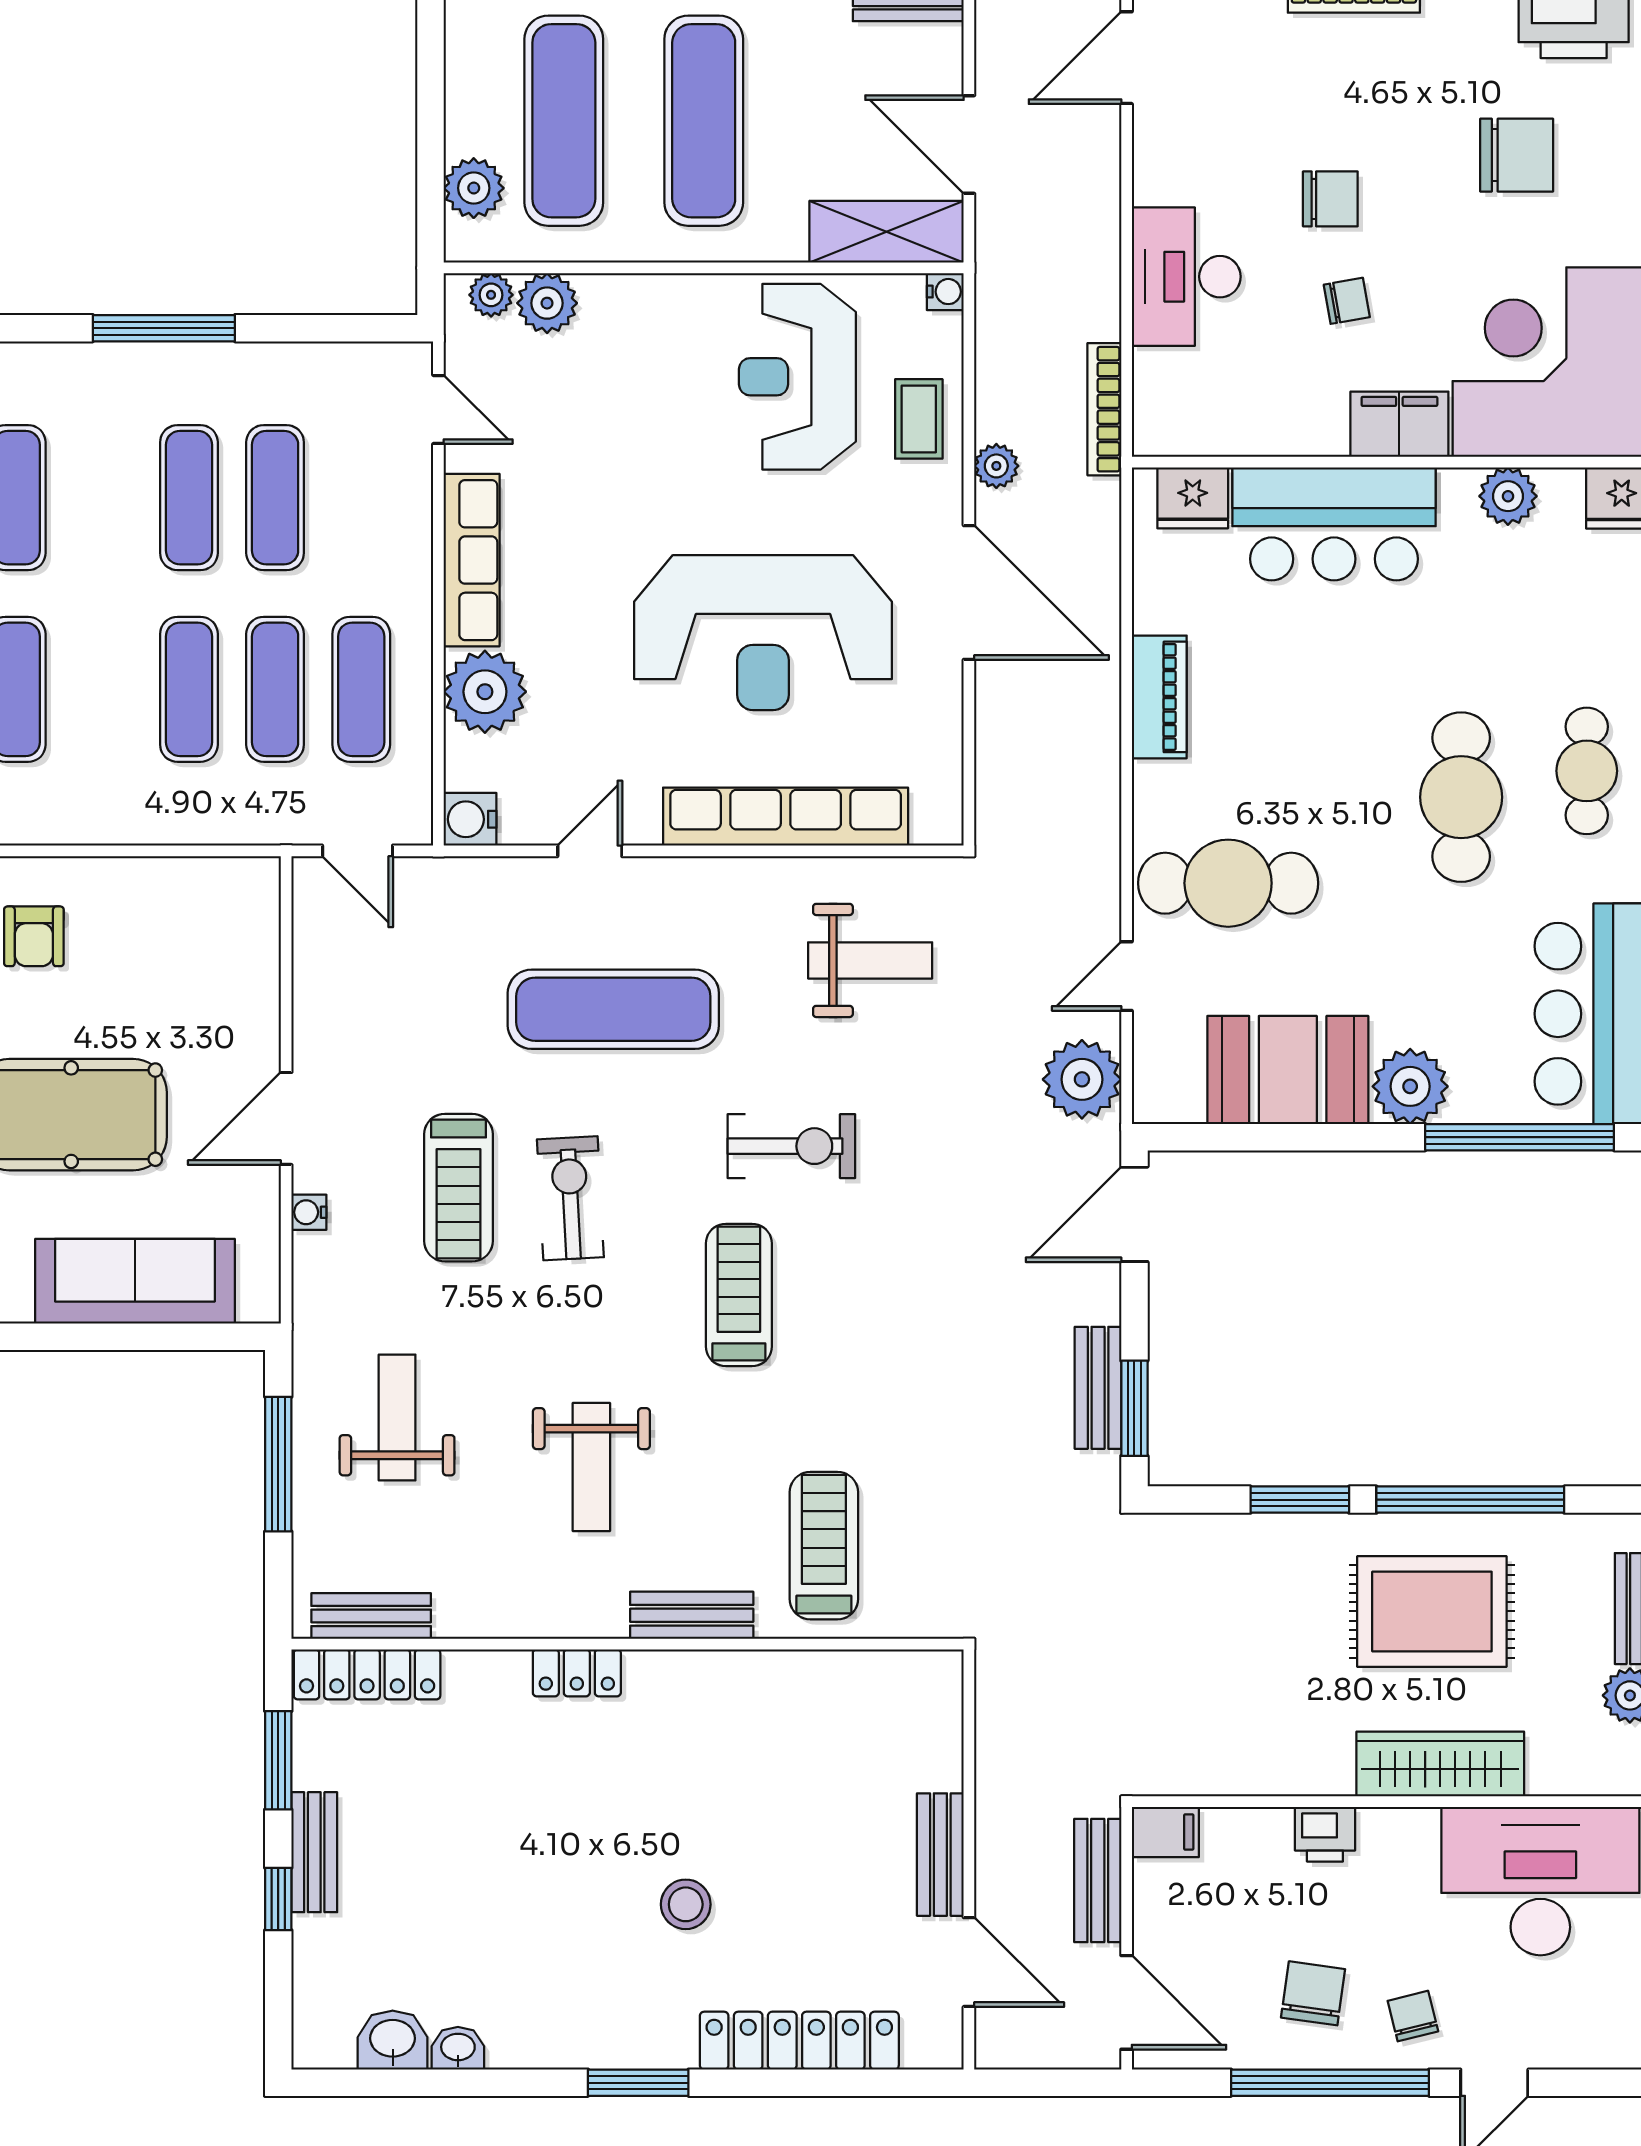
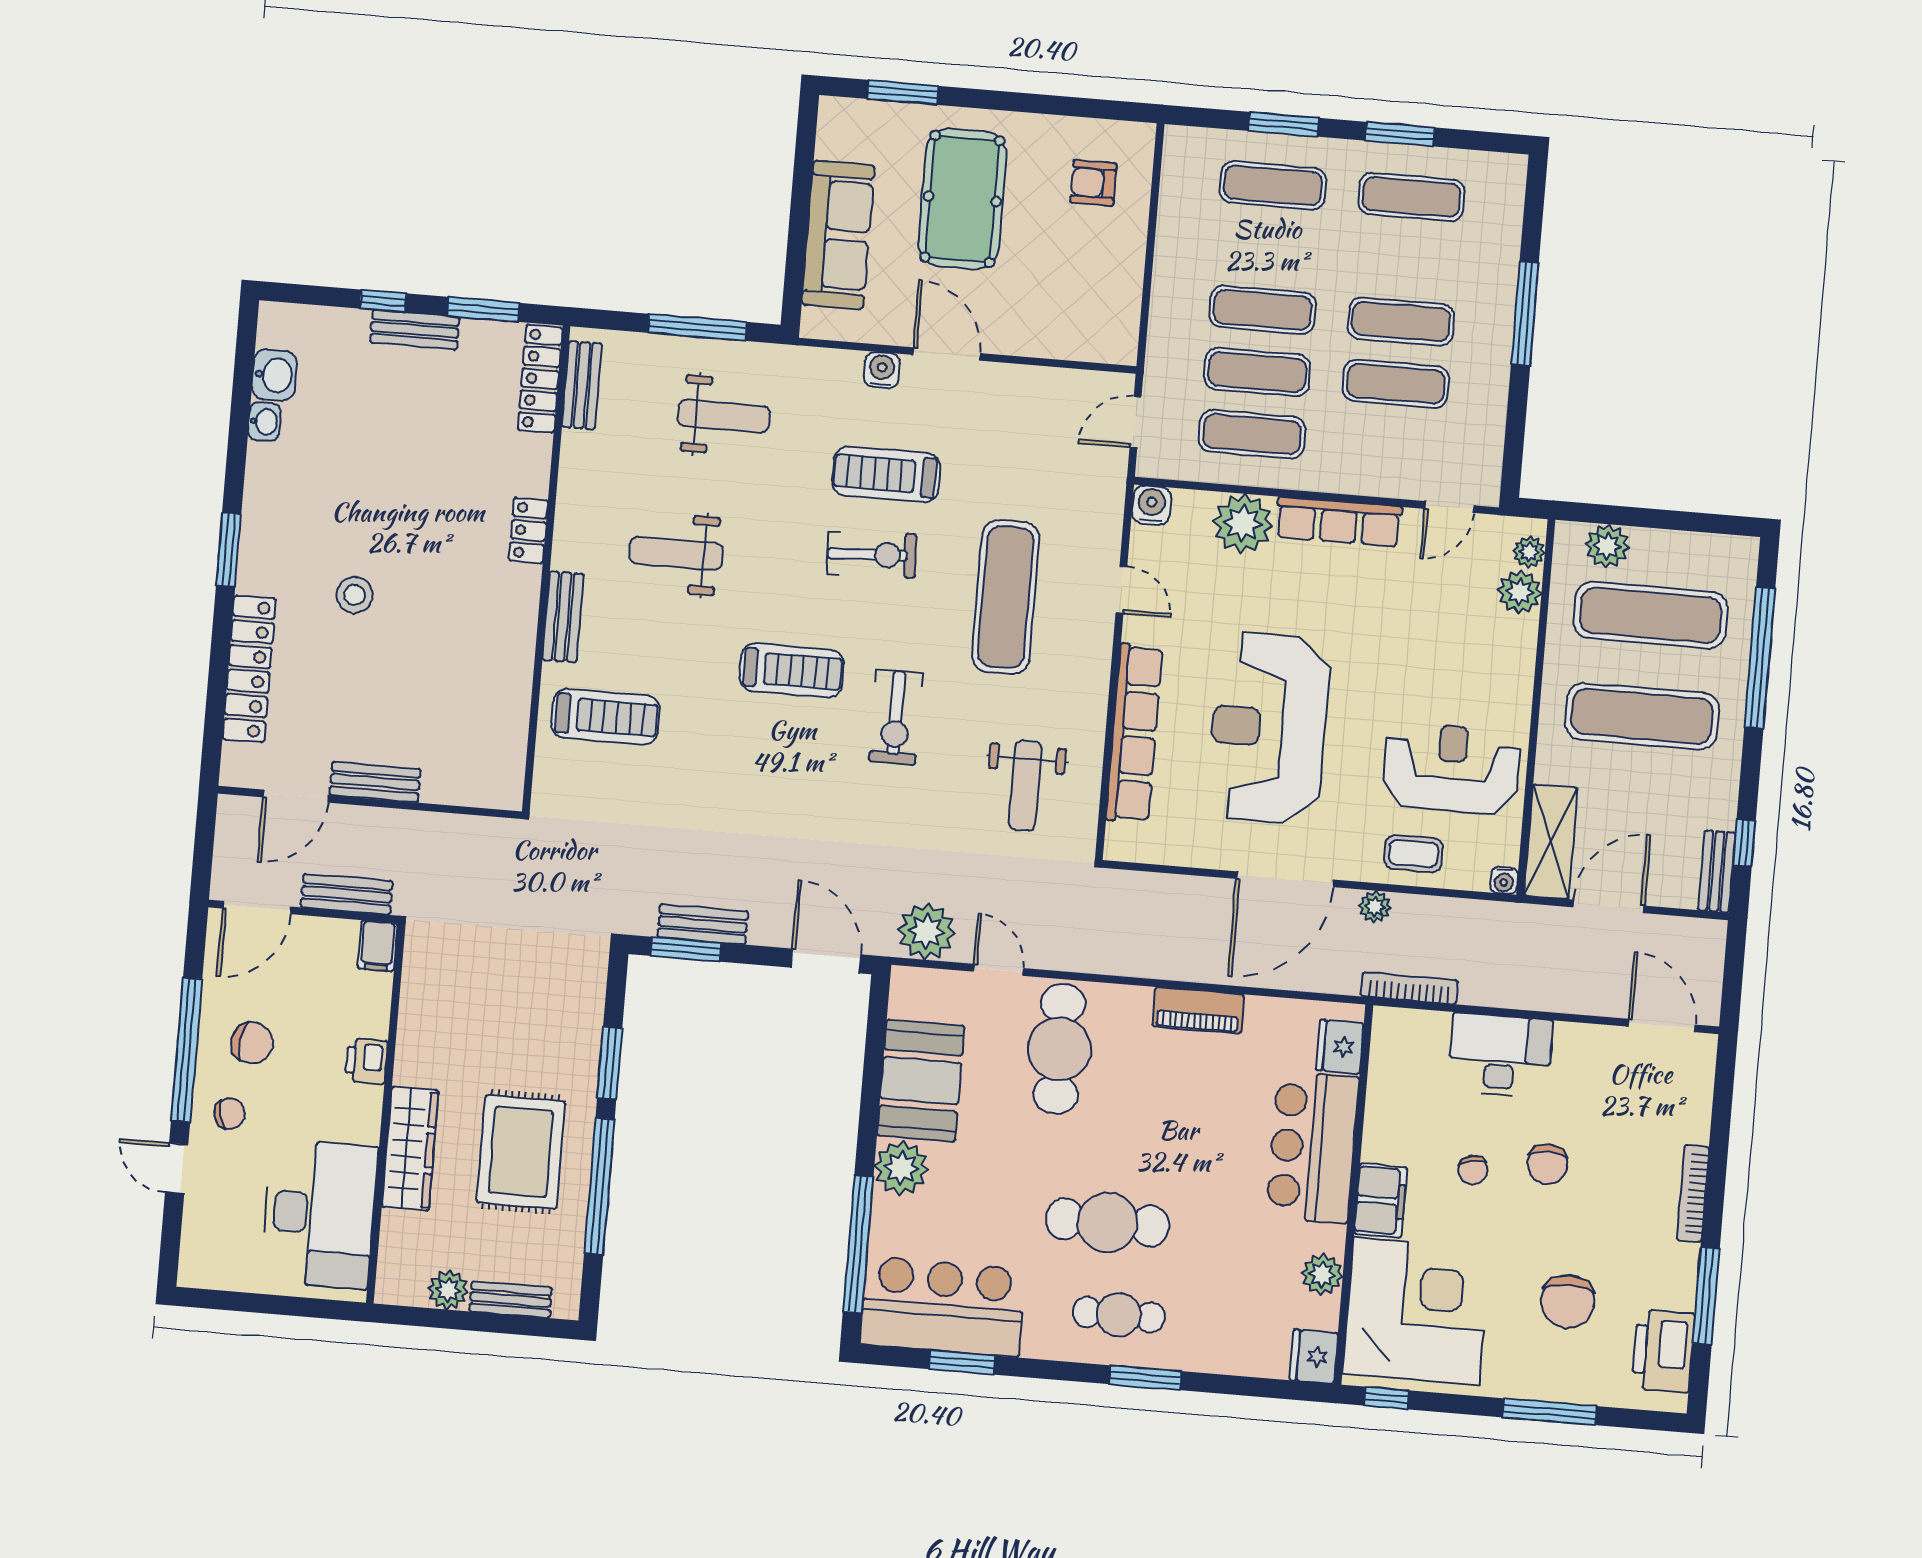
water cooler: (309, 1212) -> (882, 370), width x1.38, depth x1.38

